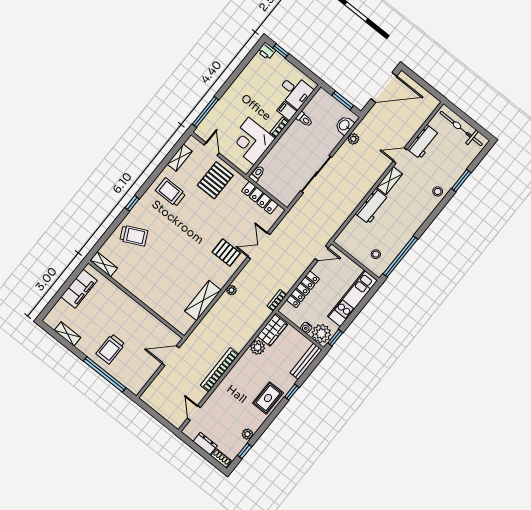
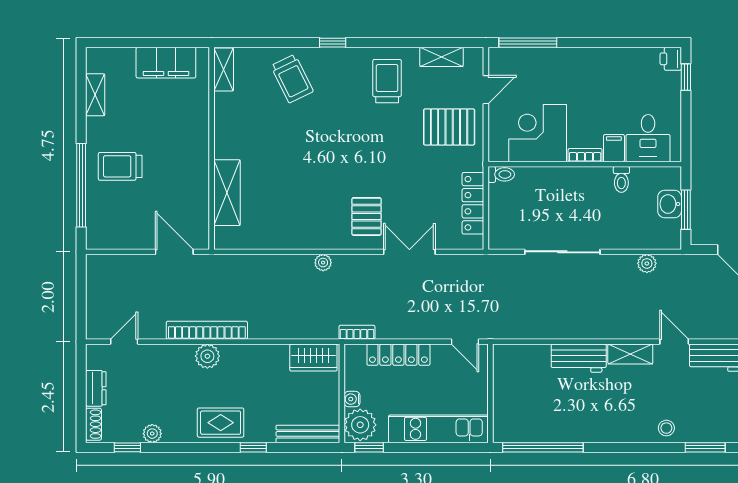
washbasin: (345, 125) -> (670, 204), moved, turned -90
stool: (376, 254) -> (520, 413), removed
shelving: (203, 301) -> (227, 193), moved, turned 90
plant: (258, 347) -> (207, 356), moved

